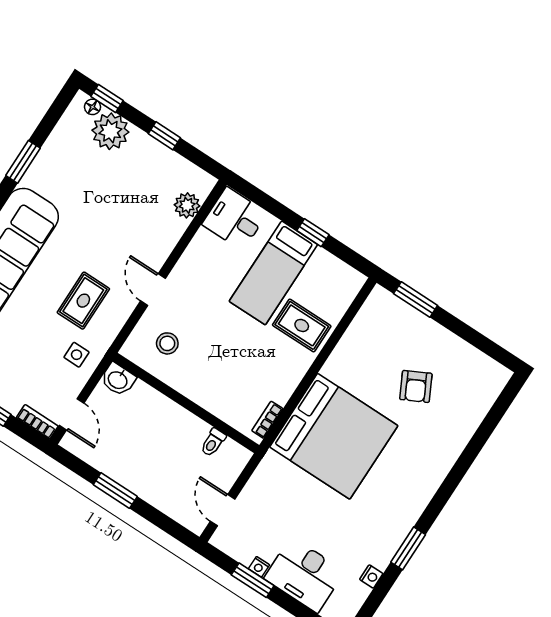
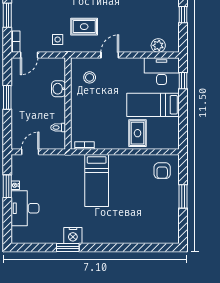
desk: (235, 219) -> (162, 71), width x1.37
window: (313, 233) -> (183, 81), moved
window: (416, 300) -> (183, 196), moved
washbasin: (118, 380) -> (59, 89), moved
armchair: (416, 386) -> (162, 171), moved, turned -63
bed: (334, 436) -> (97, 180), width x0.49
nightstand: (371, 576) -> (73, 236), moved, width x1.89, depth x1.79

